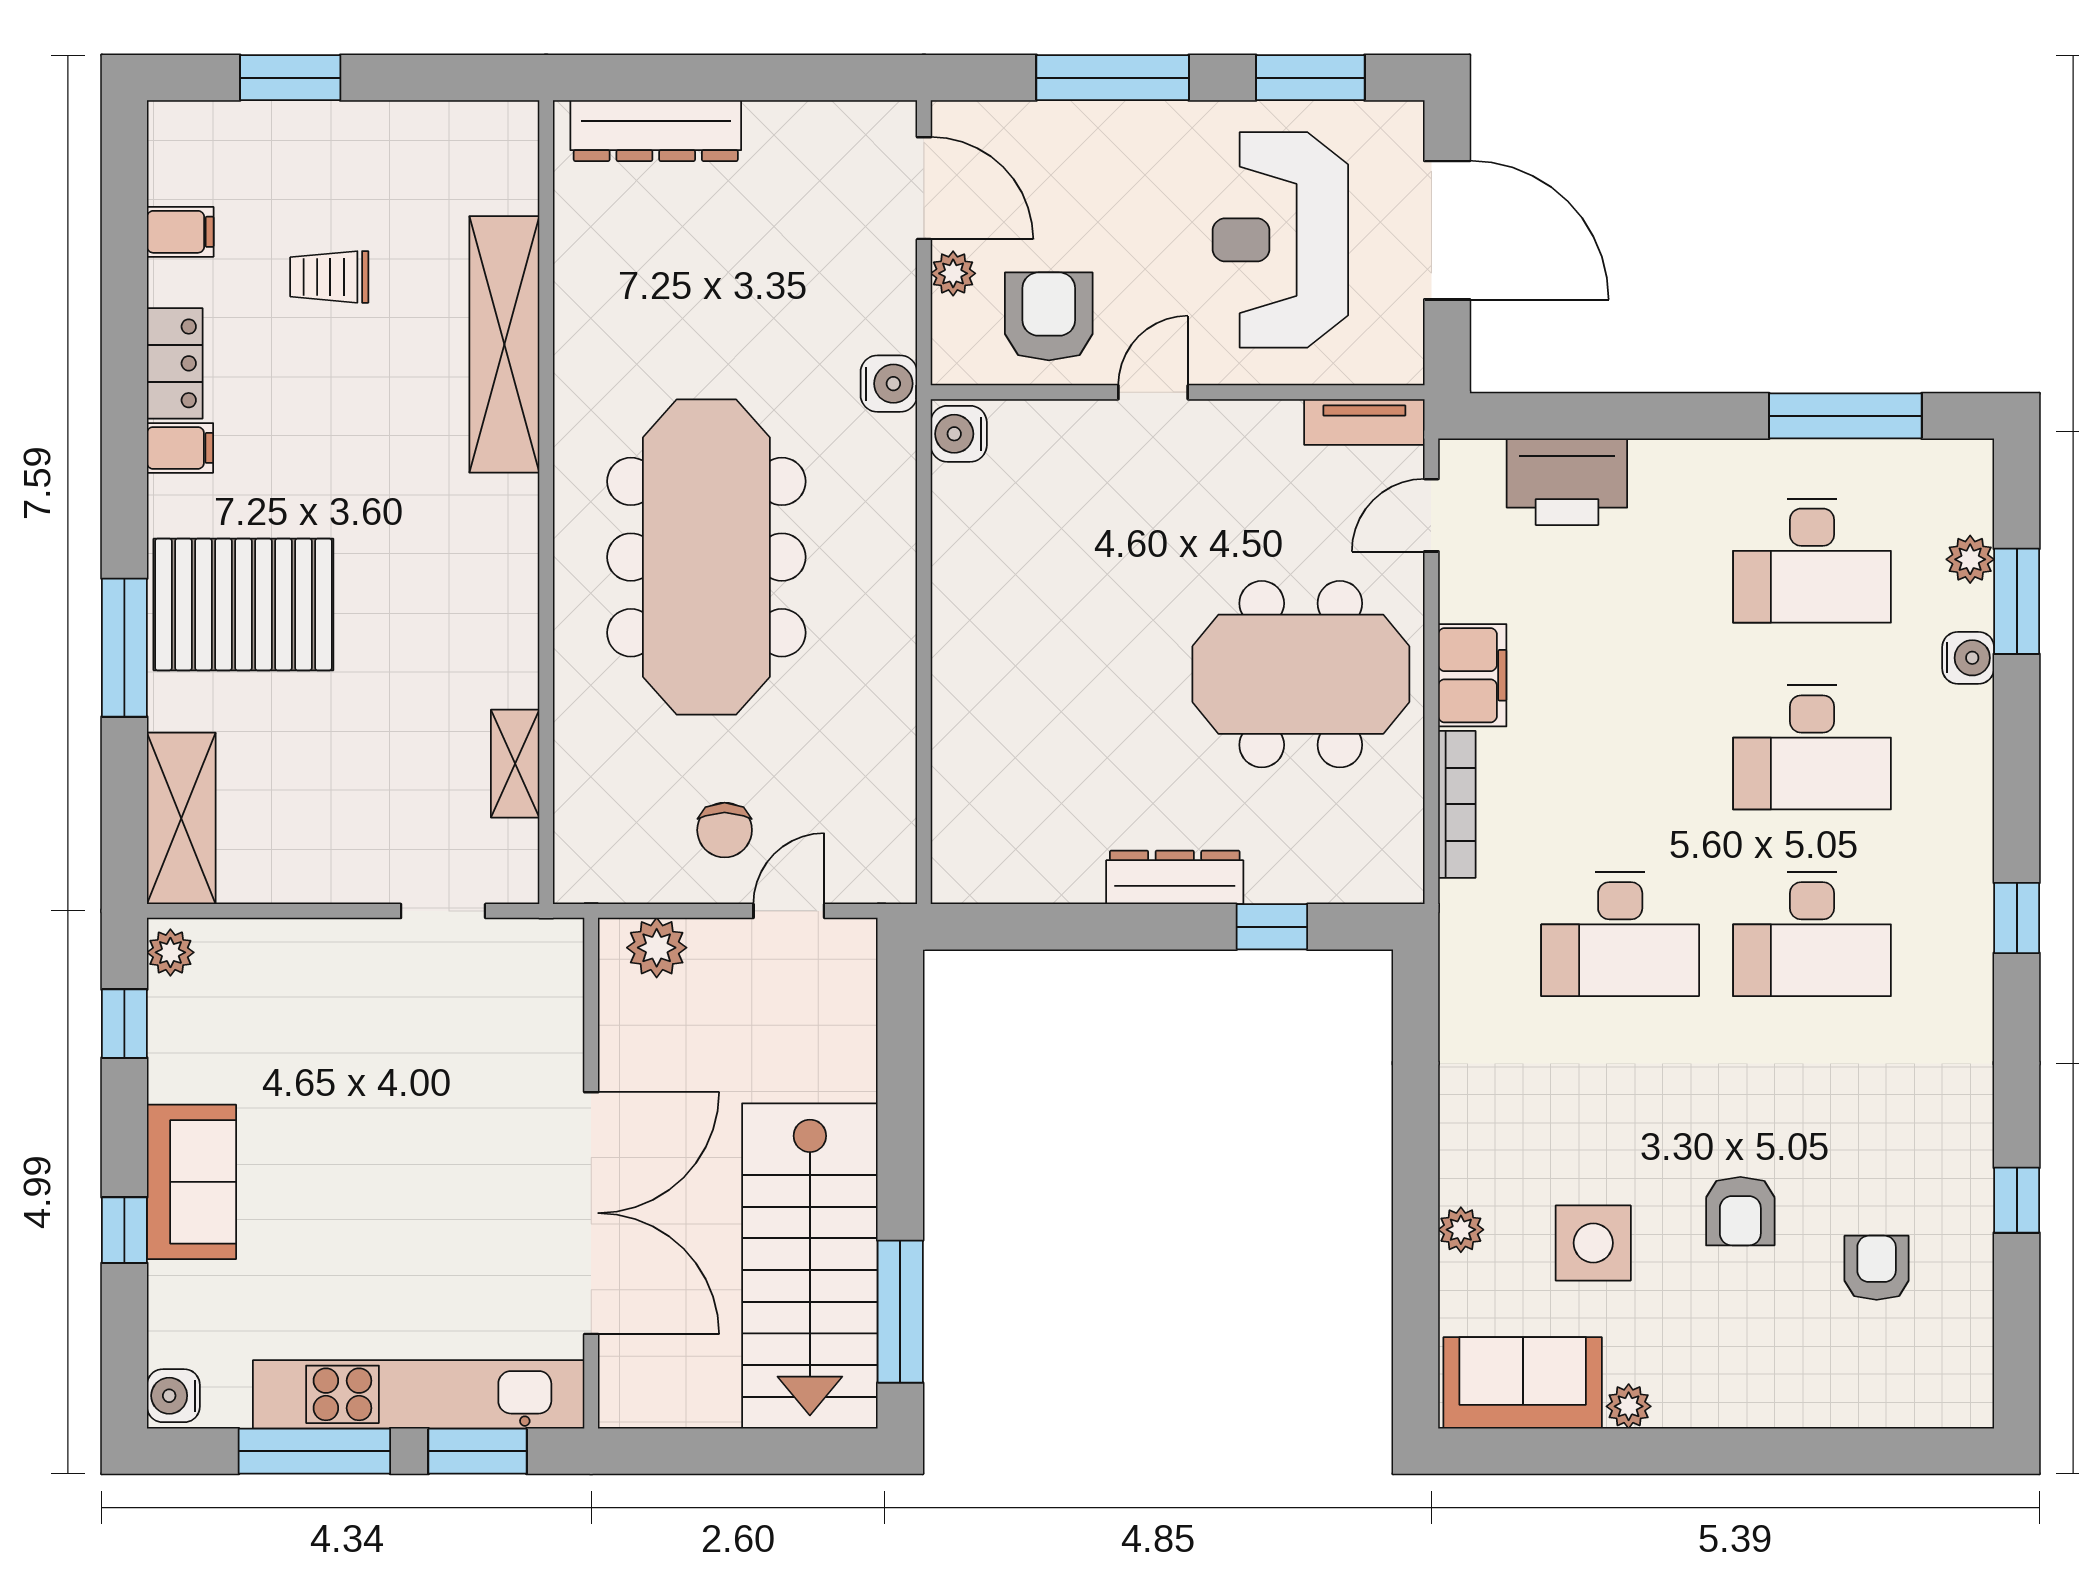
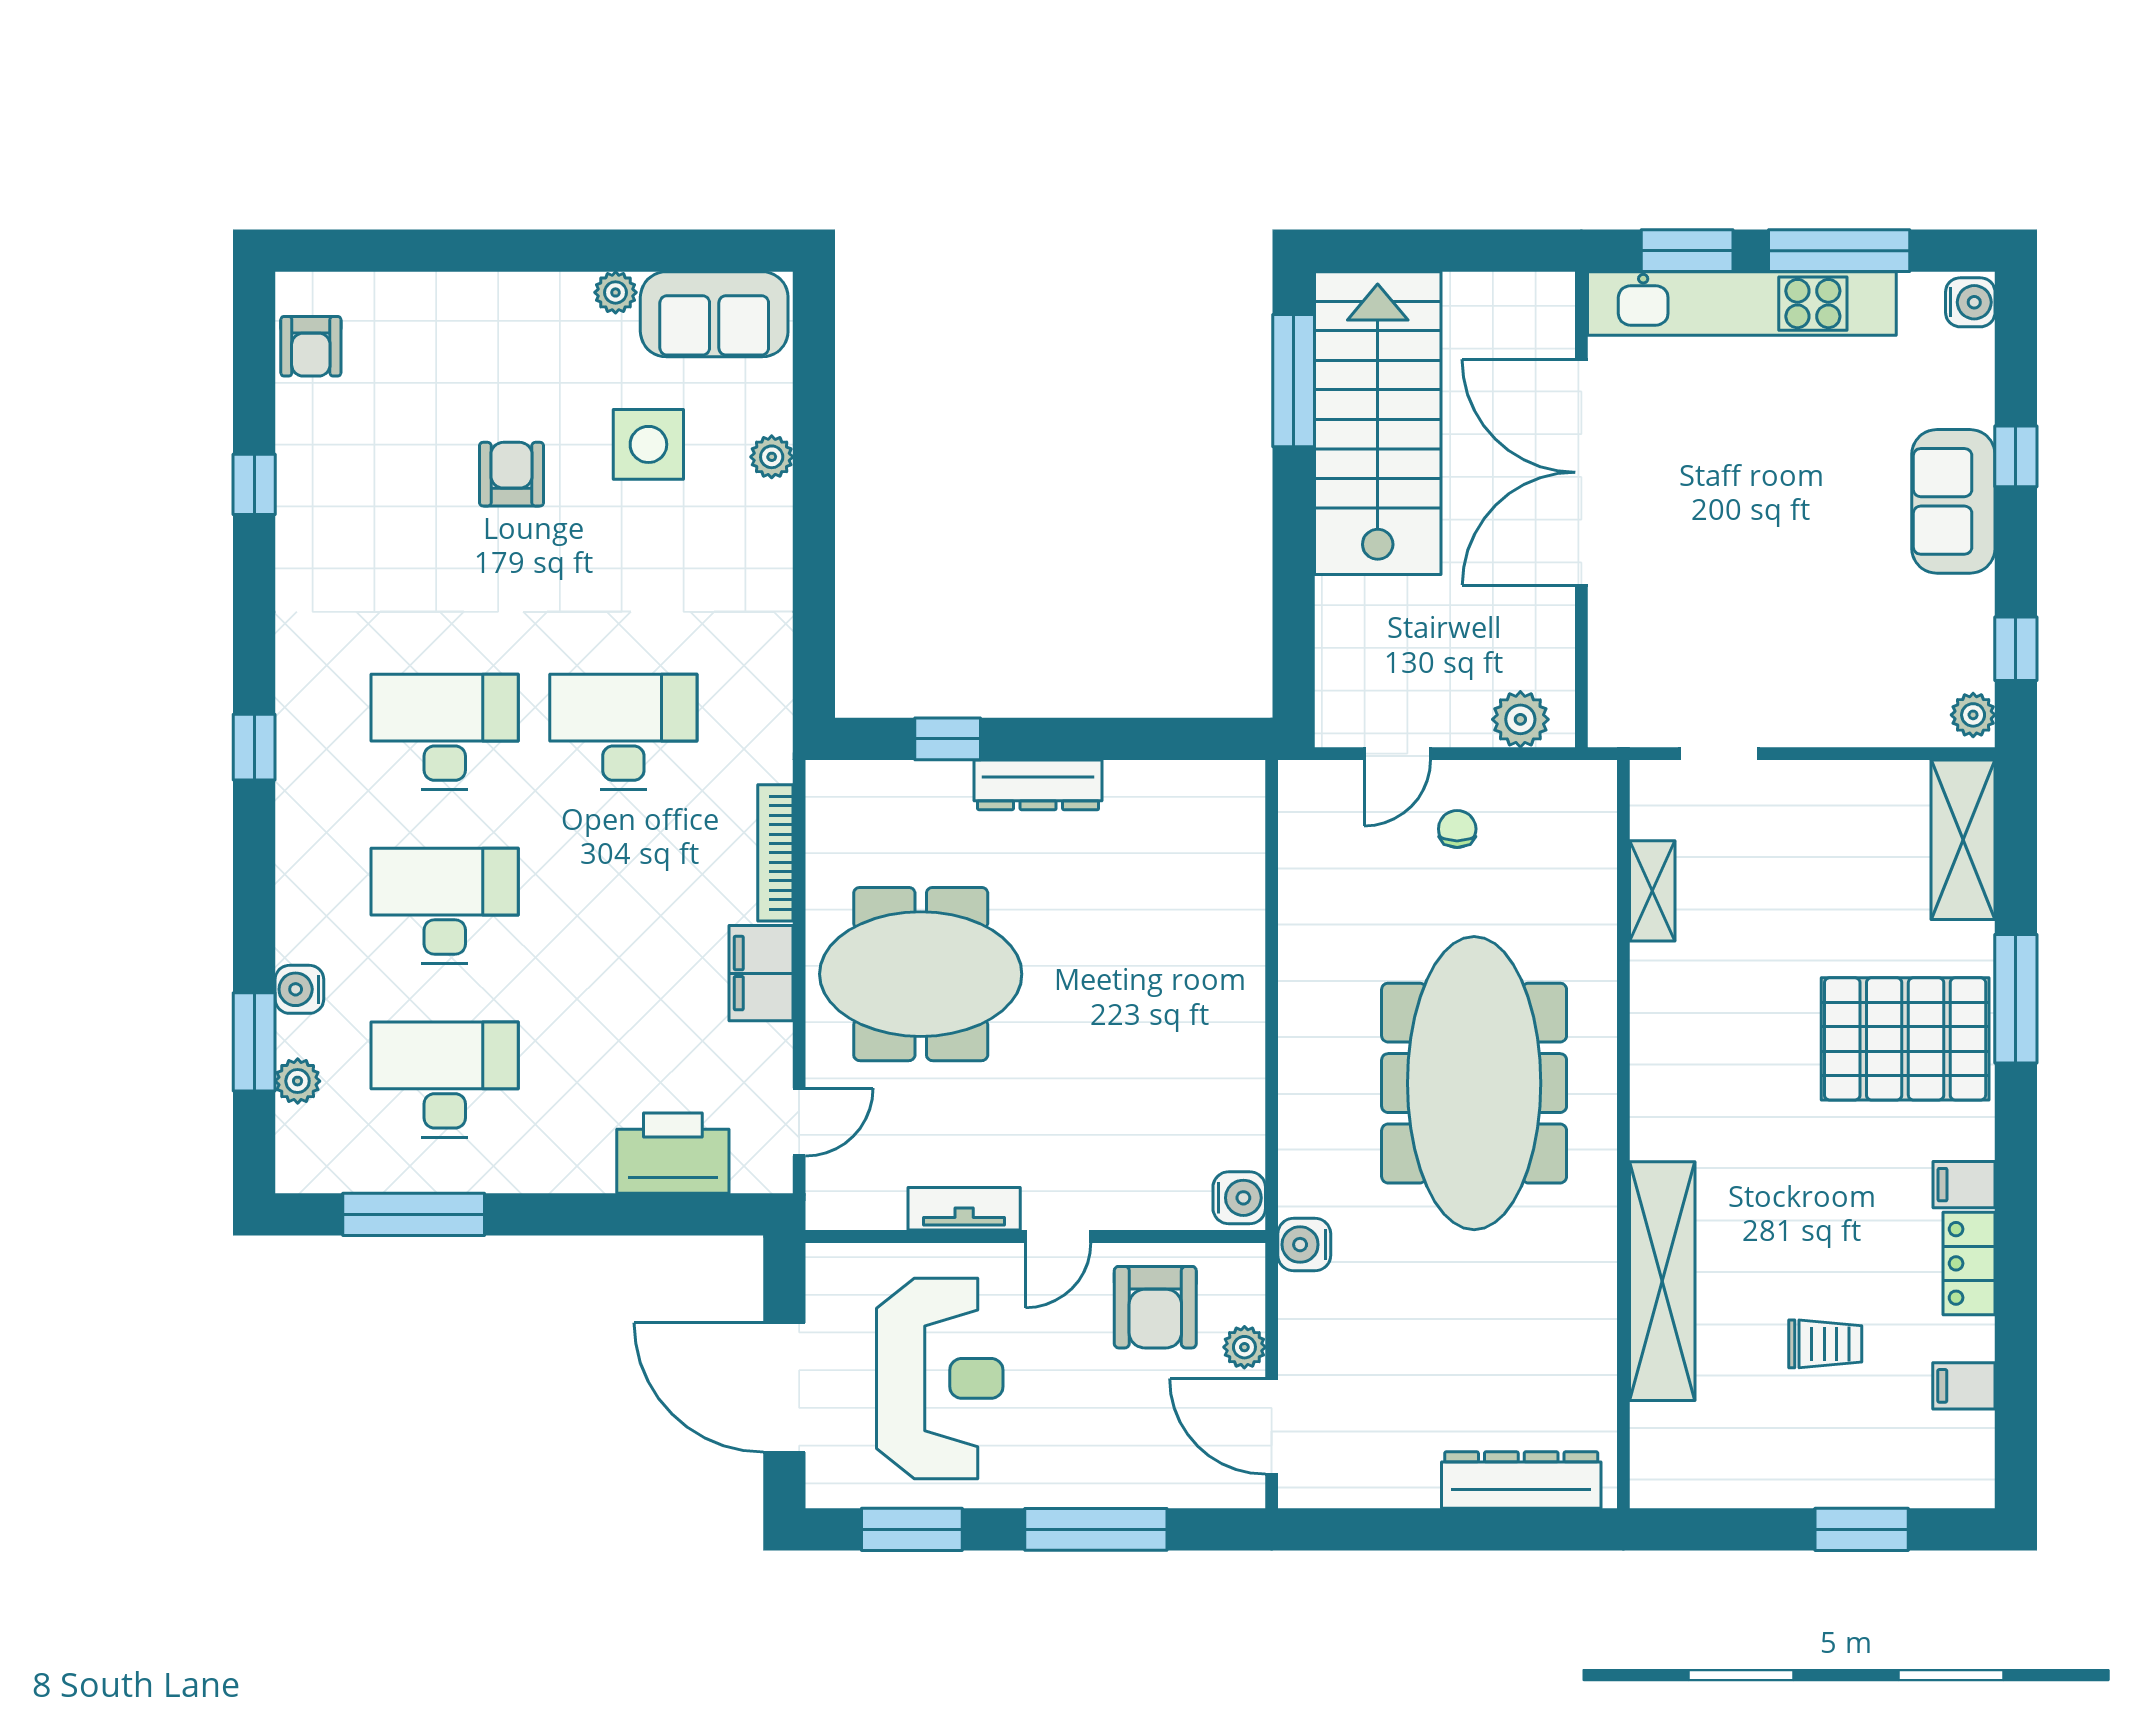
tv unit: (1364, 422) -> (964, 1209), moved
chair: (725, 830) -> (1457, 829), width x0.73, depth x0.73
armchair: (1877, 1268) -> (311, 346), moved

